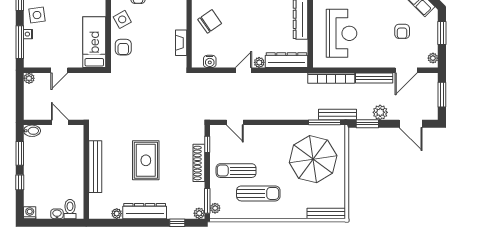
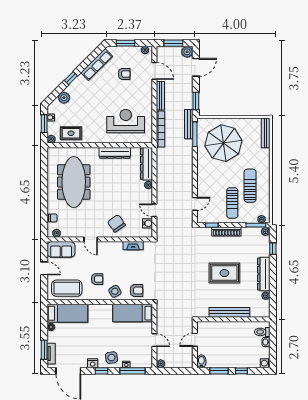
door: (244, 70) -> (154, 210), moved
plant: (380, 112) -> (187, 52), moved

